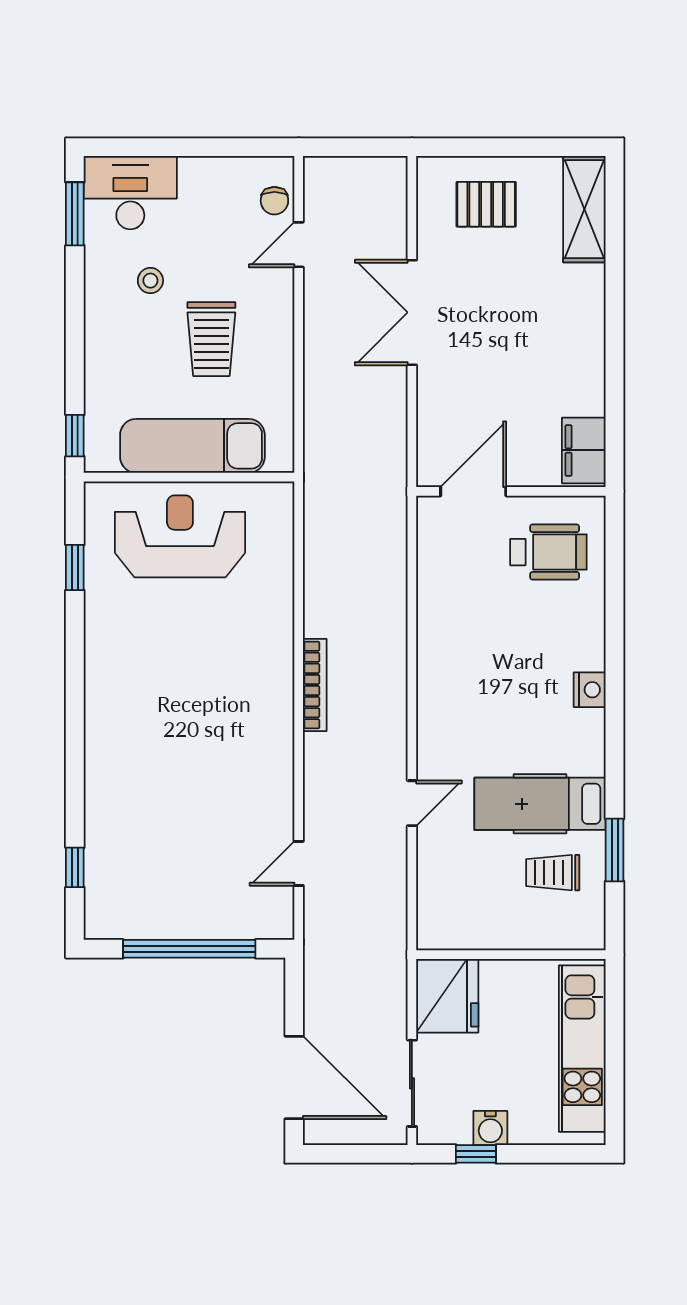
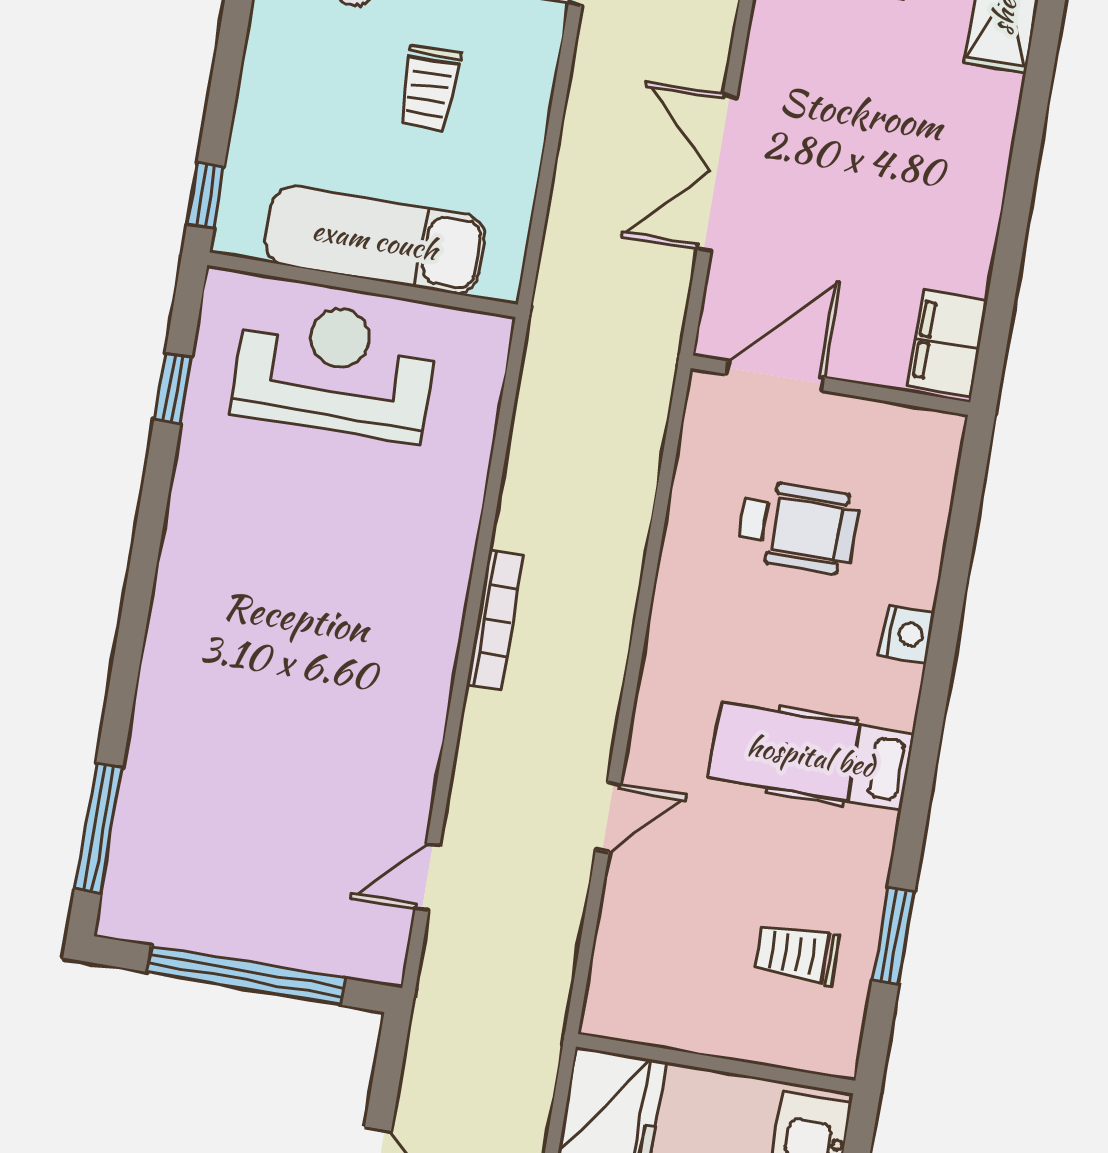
double door: (412, 312) -> (717, 173), moved
trolley: (211, 339) -> (429, 88), width x0.73, depth x0.72
wheelchair: (548, 552) -> (798, 527), moved
nightstand: (590, 690) -> (907, 634), moved
hospital bed: (540, 804) -> (811, 756), moved
window: (75, 867) -> (99, 828), width x2.17

